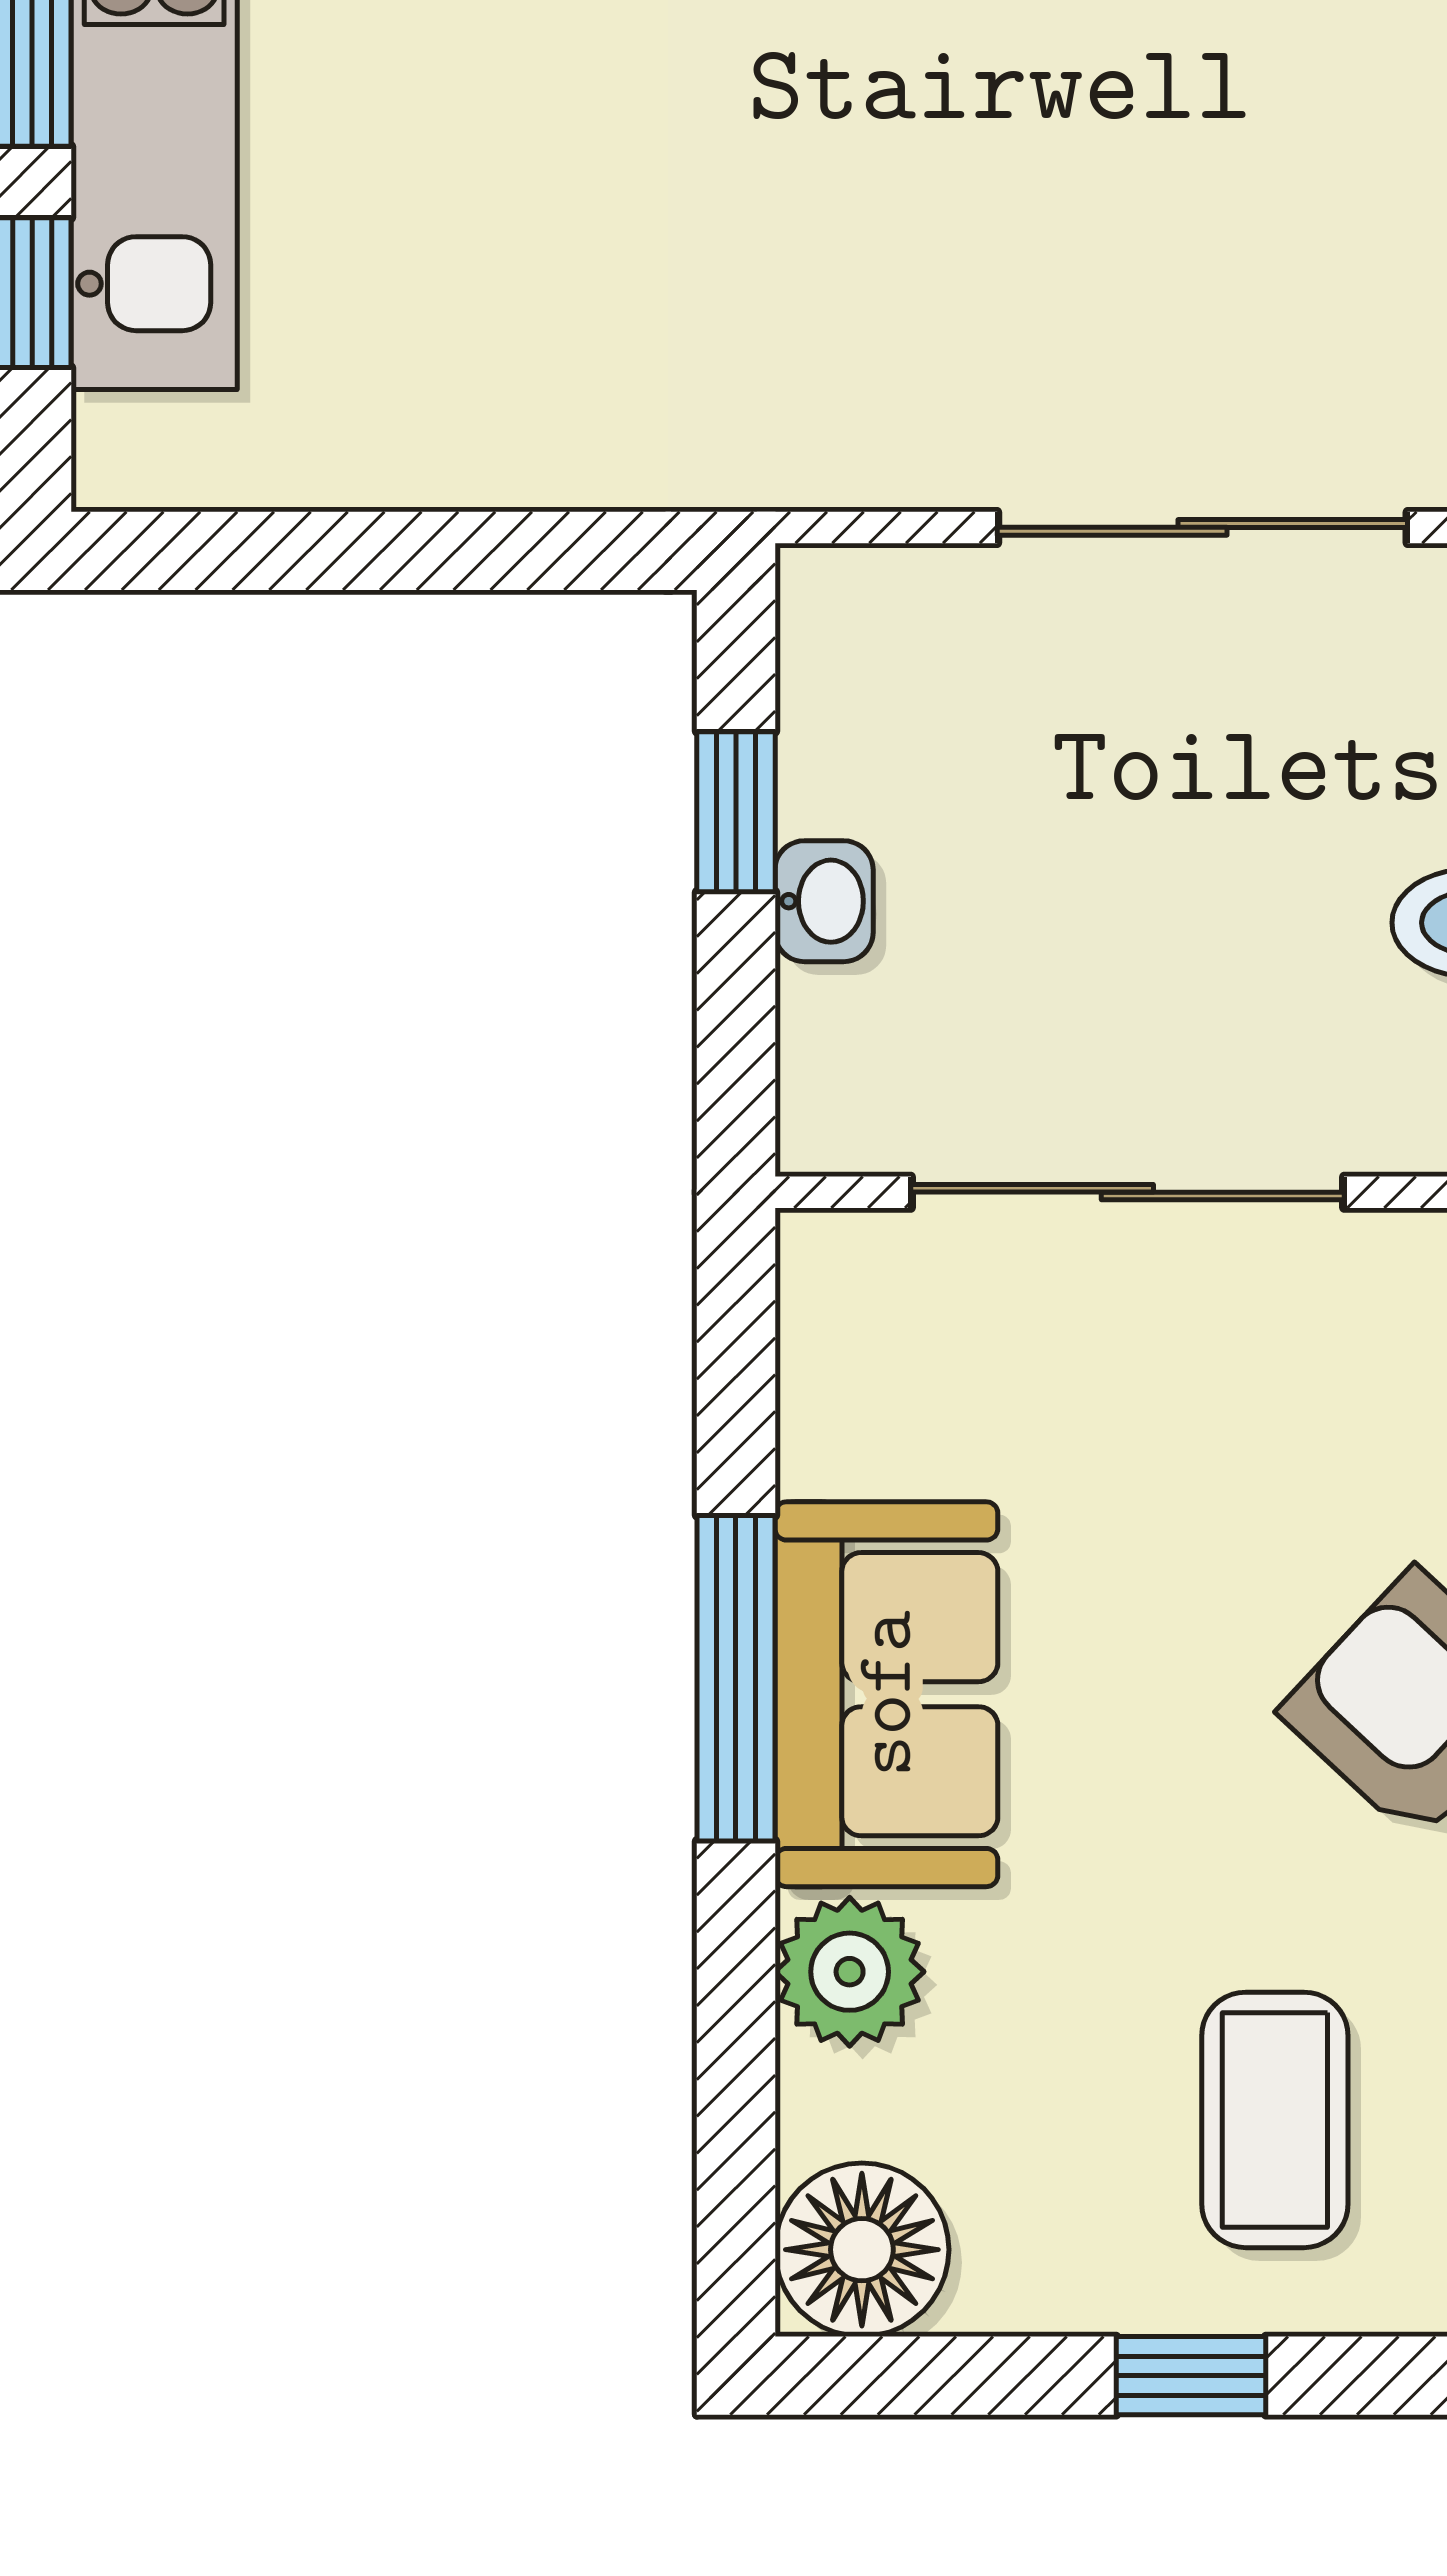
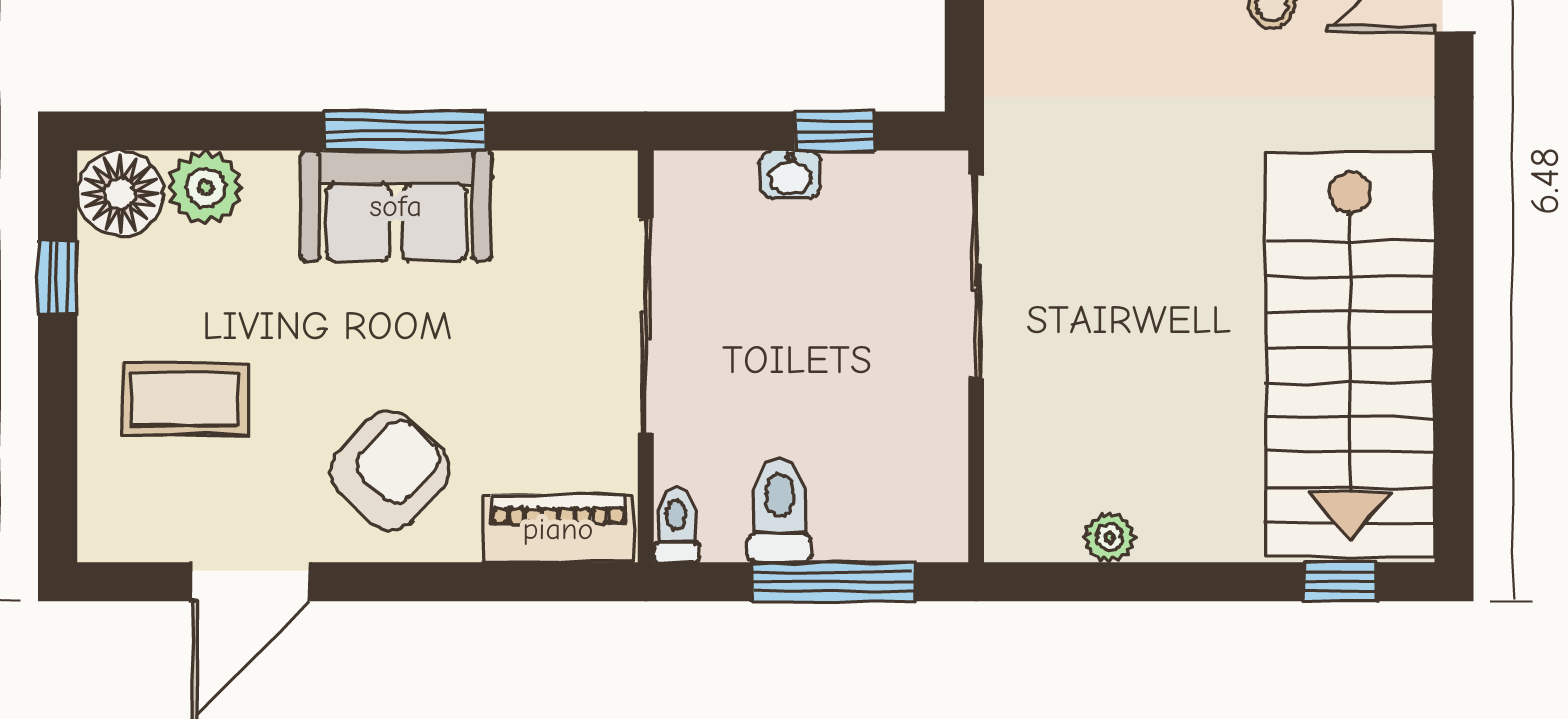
sliding door: (1202, 527) -> (976, 277), moved
plant: (850, 1972) -> (206, 187), moved
window: (1191, 2376) -> (58, 278), moved

